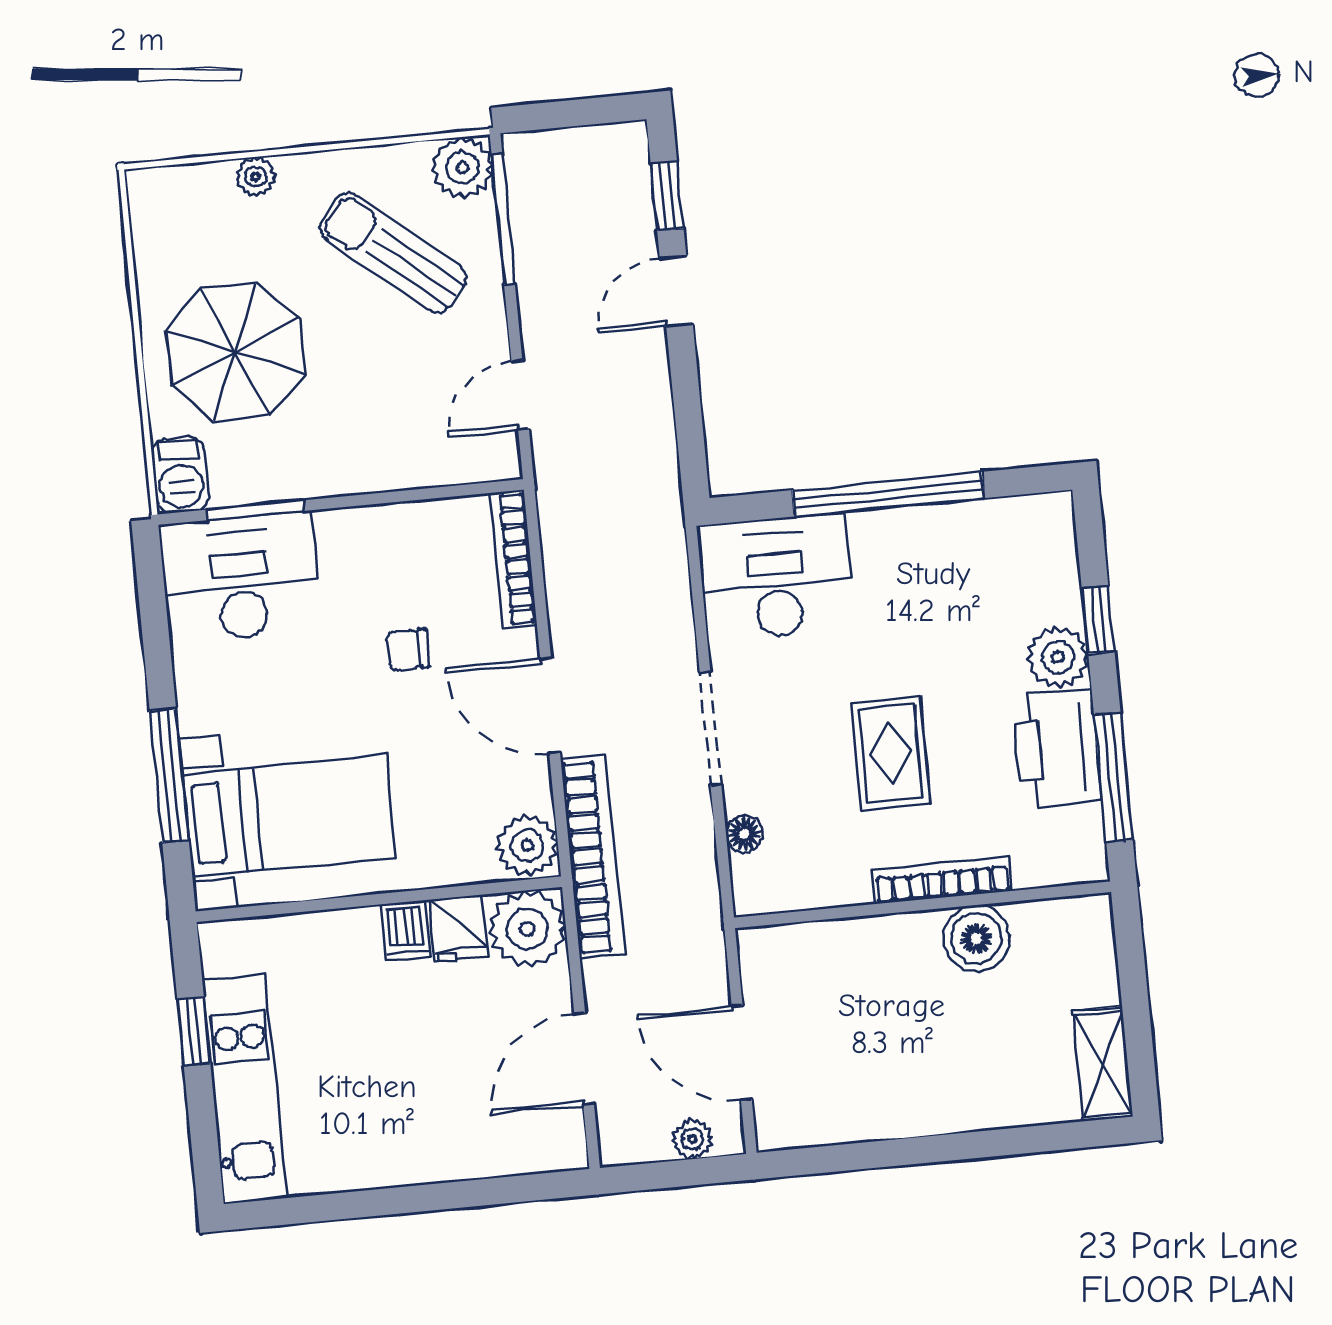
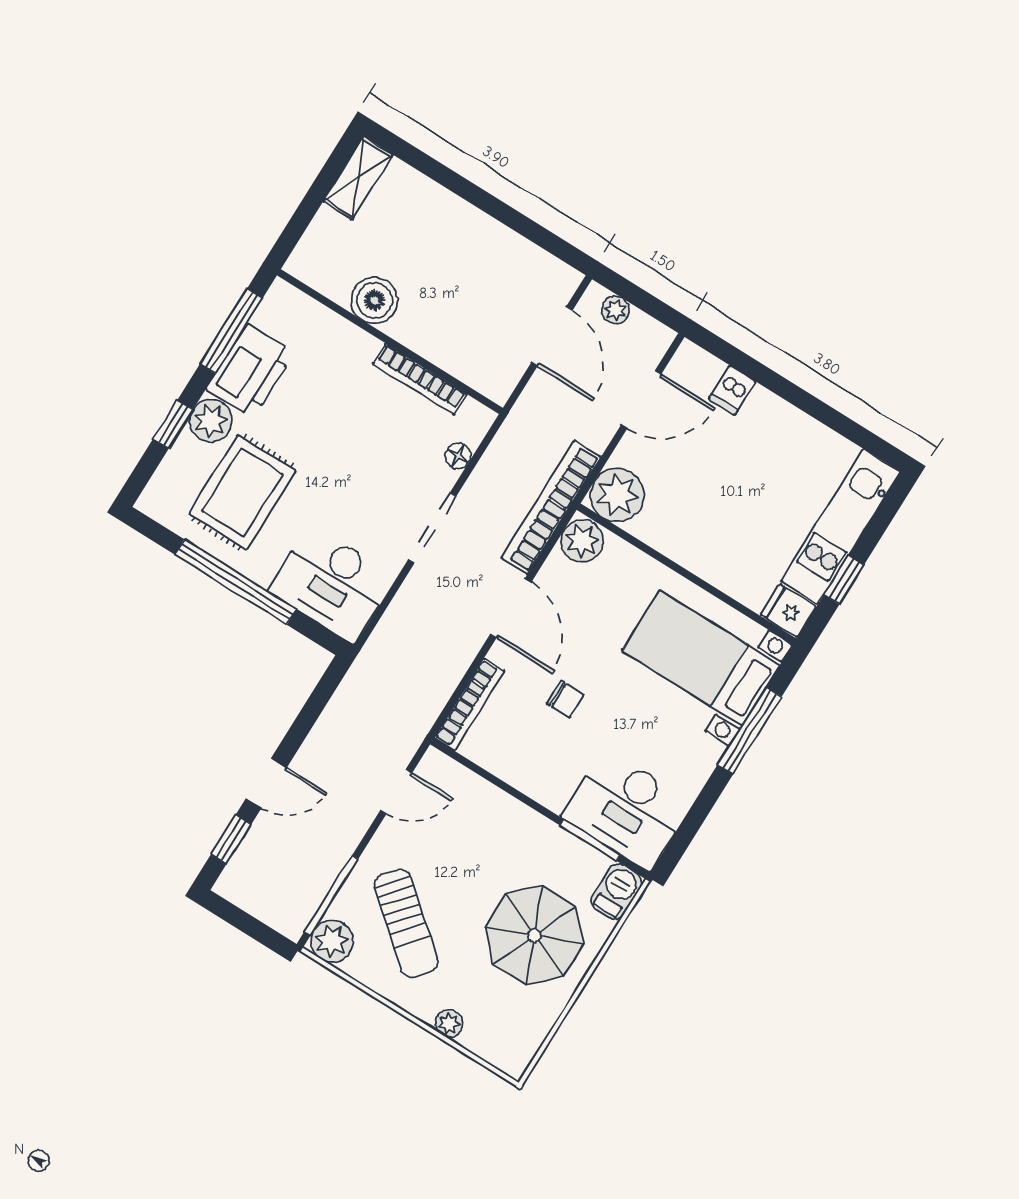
rug: (890, 753) -> (242, 492), moved, width x1.36, depth x1.43
bookcase: (942, 880) -> (420, 379), moved
fridge: (458, 928) -> (788, 611), moved, turned -90
dishwasher: (405, 931) -> (732, 390), moved, turned 180

